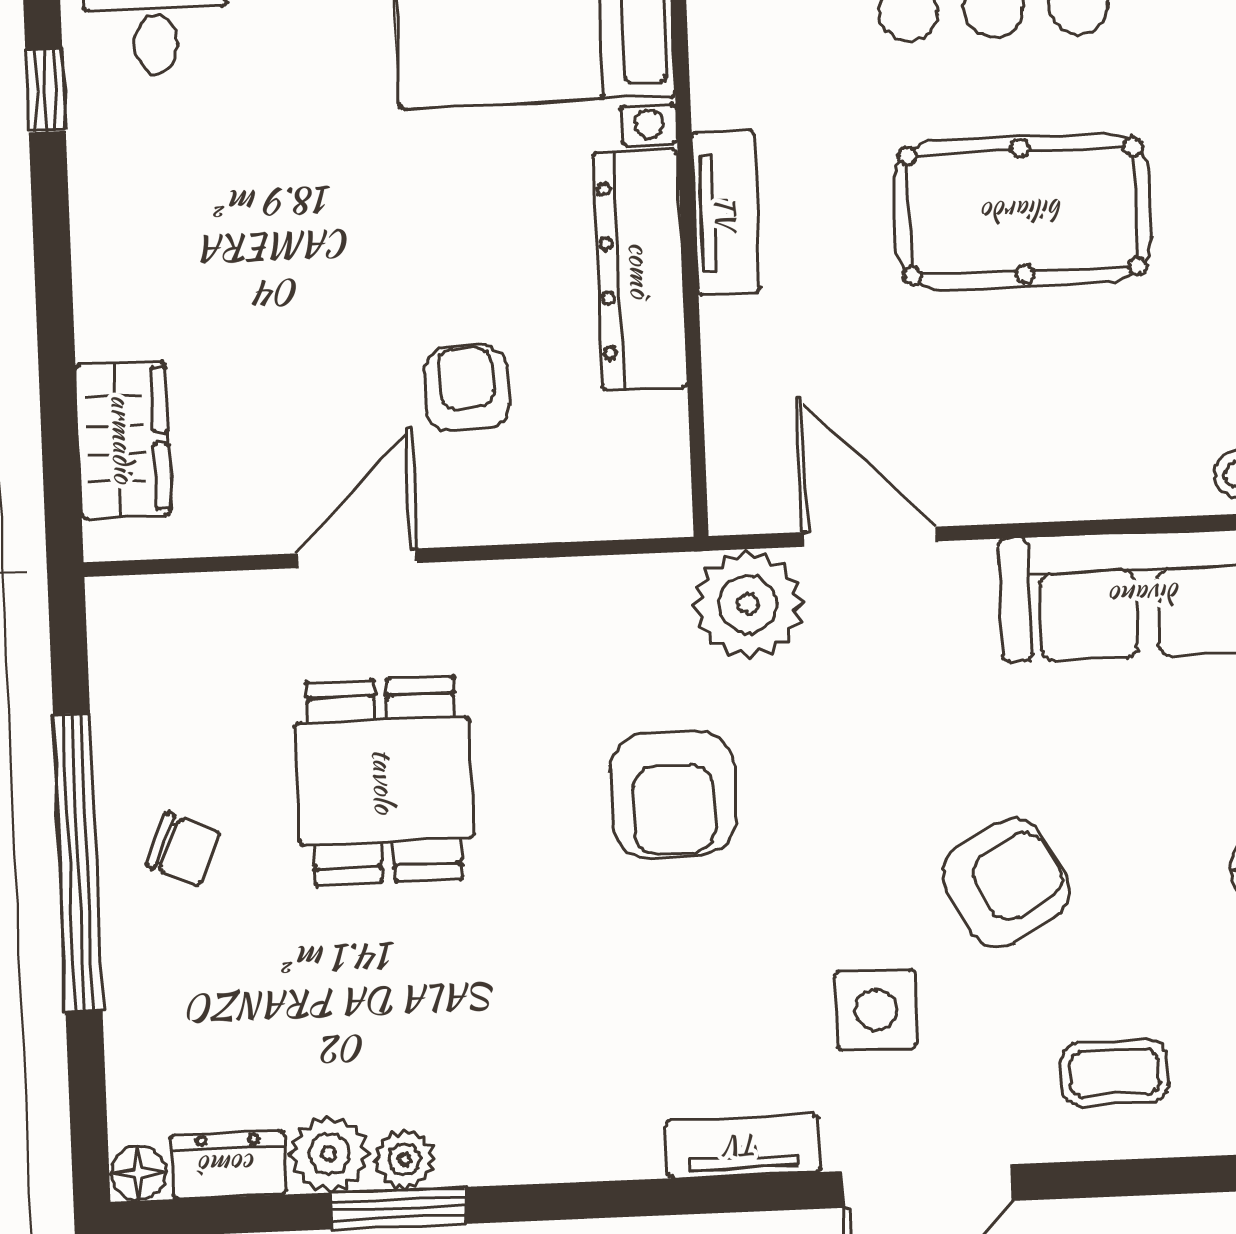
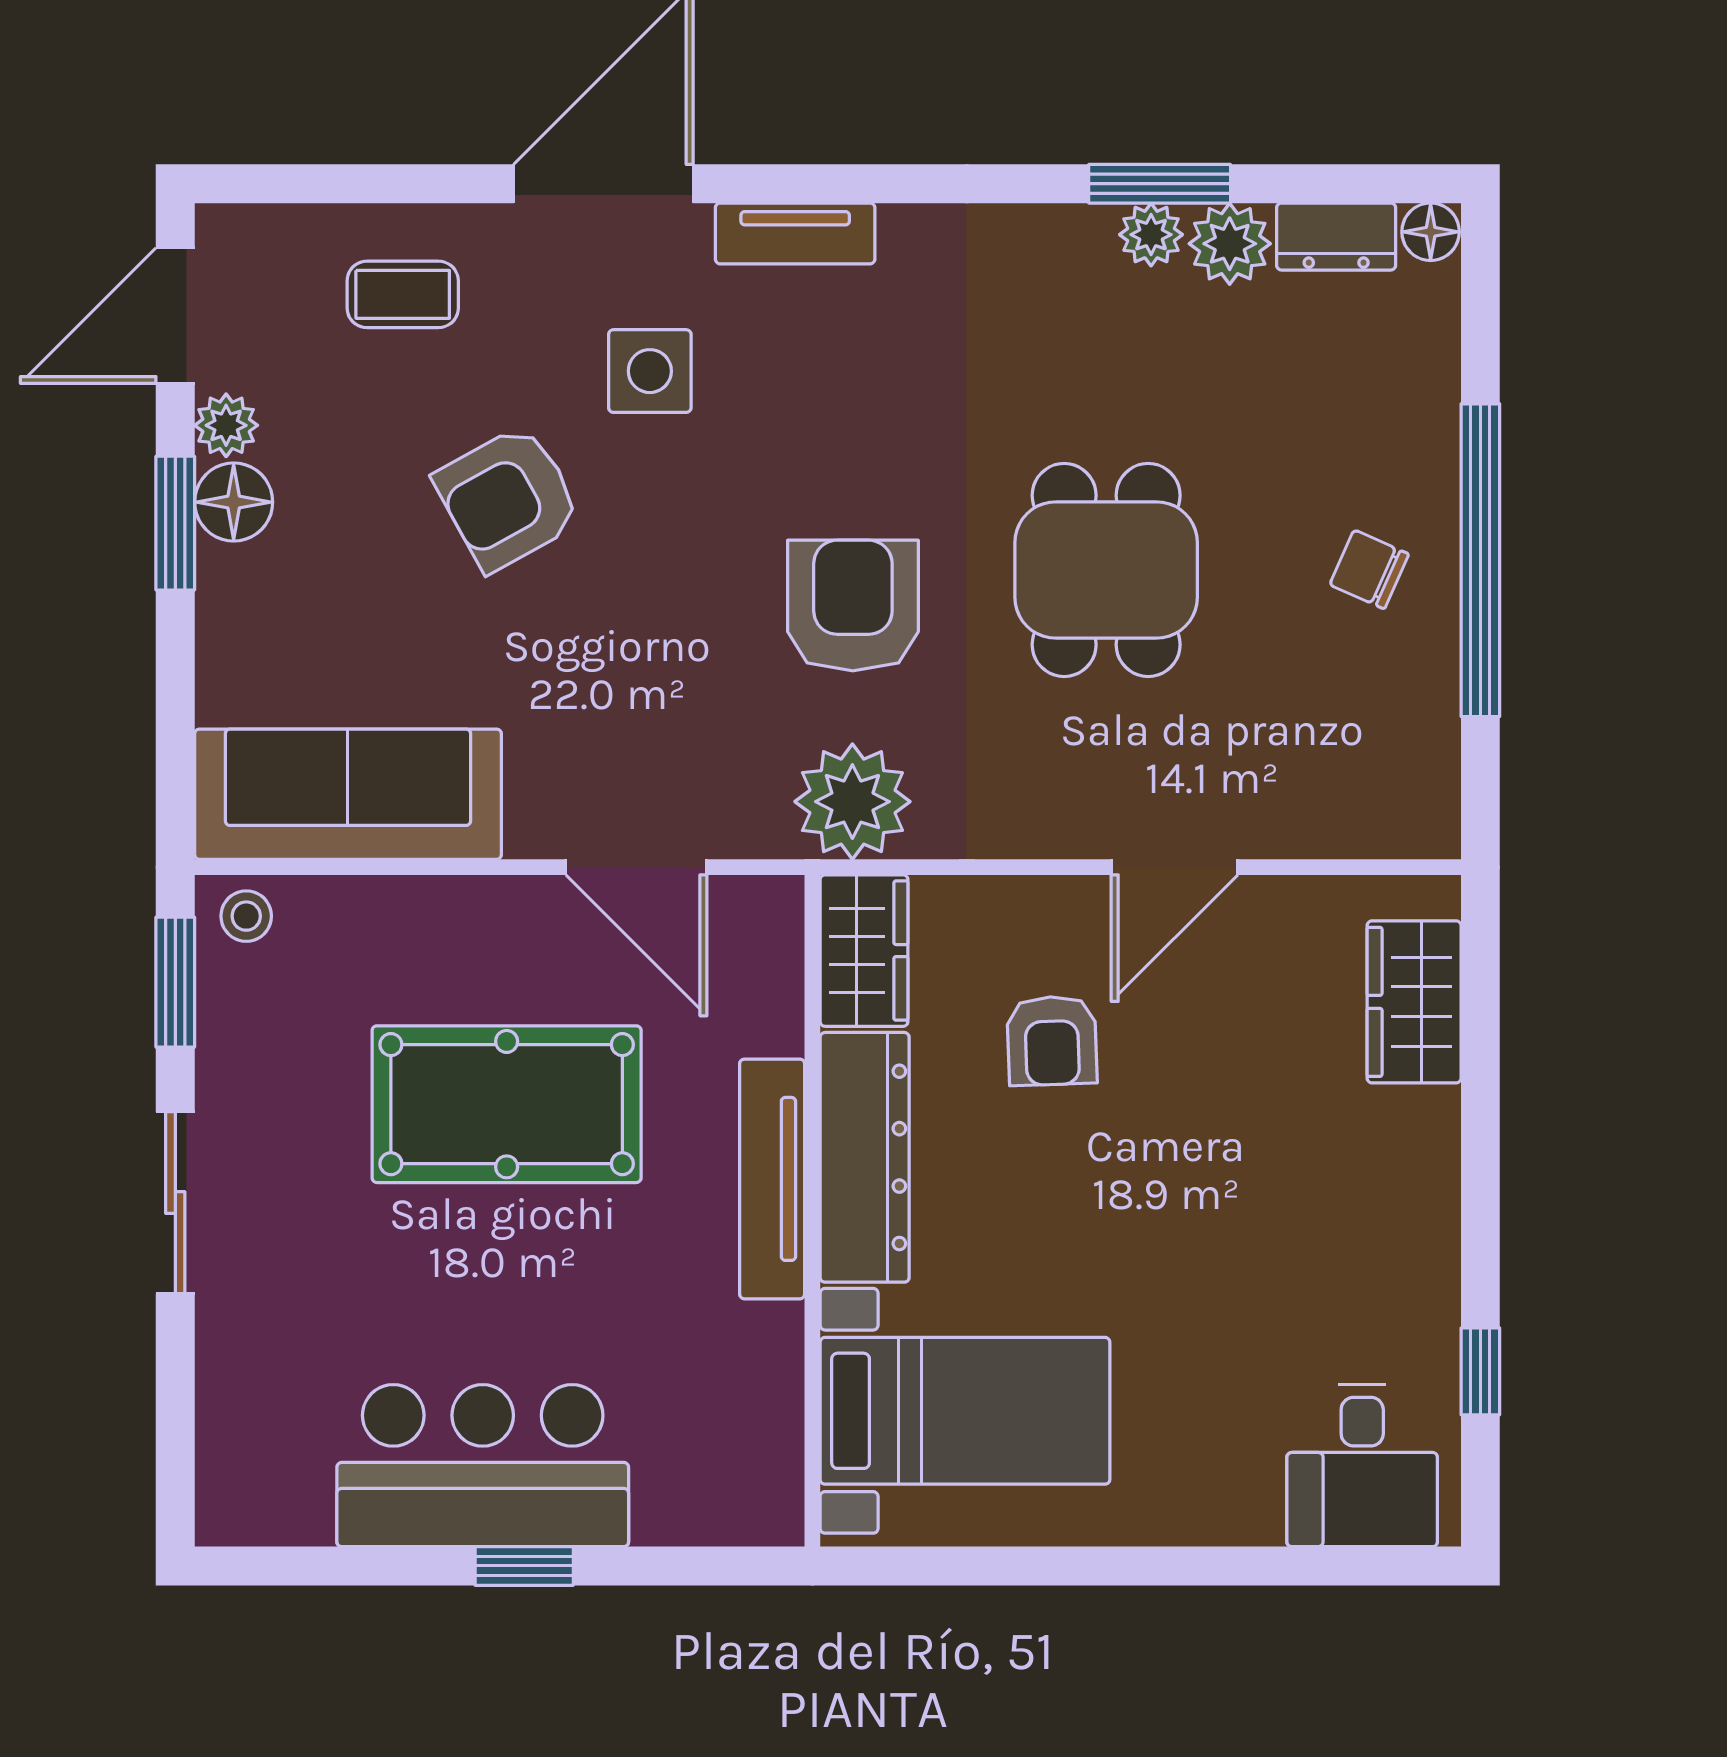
pool table: (1023, 211) -> (507, 1104), moved
tv unit: (726, 212) -> (772, 1179), width x1.41
wardrobe: (649, 466) -> (864, 951), added
plant: (748, 604) -> (852, 802), moved
dining table: (384, 781) -> (1106, 570), moved

